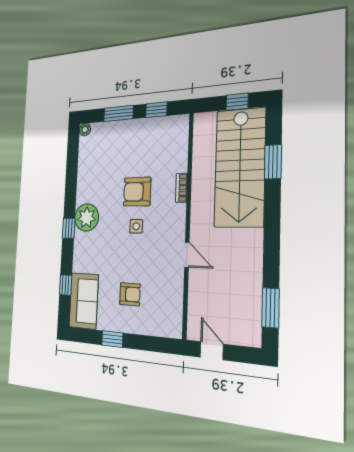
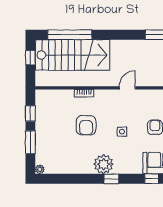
window: (273, 162) -> (70, 35), width x2.11
side table: (136, 226) -> (122, 132), moved

